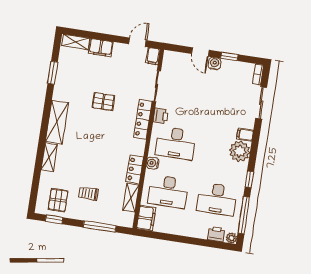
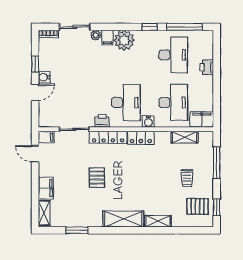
locker: (135, 169) -> (141, 138), moved
printer: (216, 234) -> (207, 67), moved
plant: (231, 238) -> (96, 35), moved

